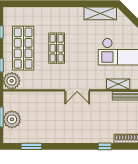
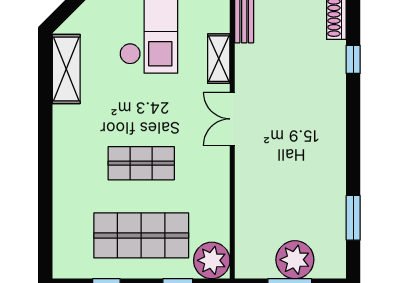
shelving: (118, 84) -> (219, 59), moved
double door: (77, 90) -> (232, 119), swing flipped

